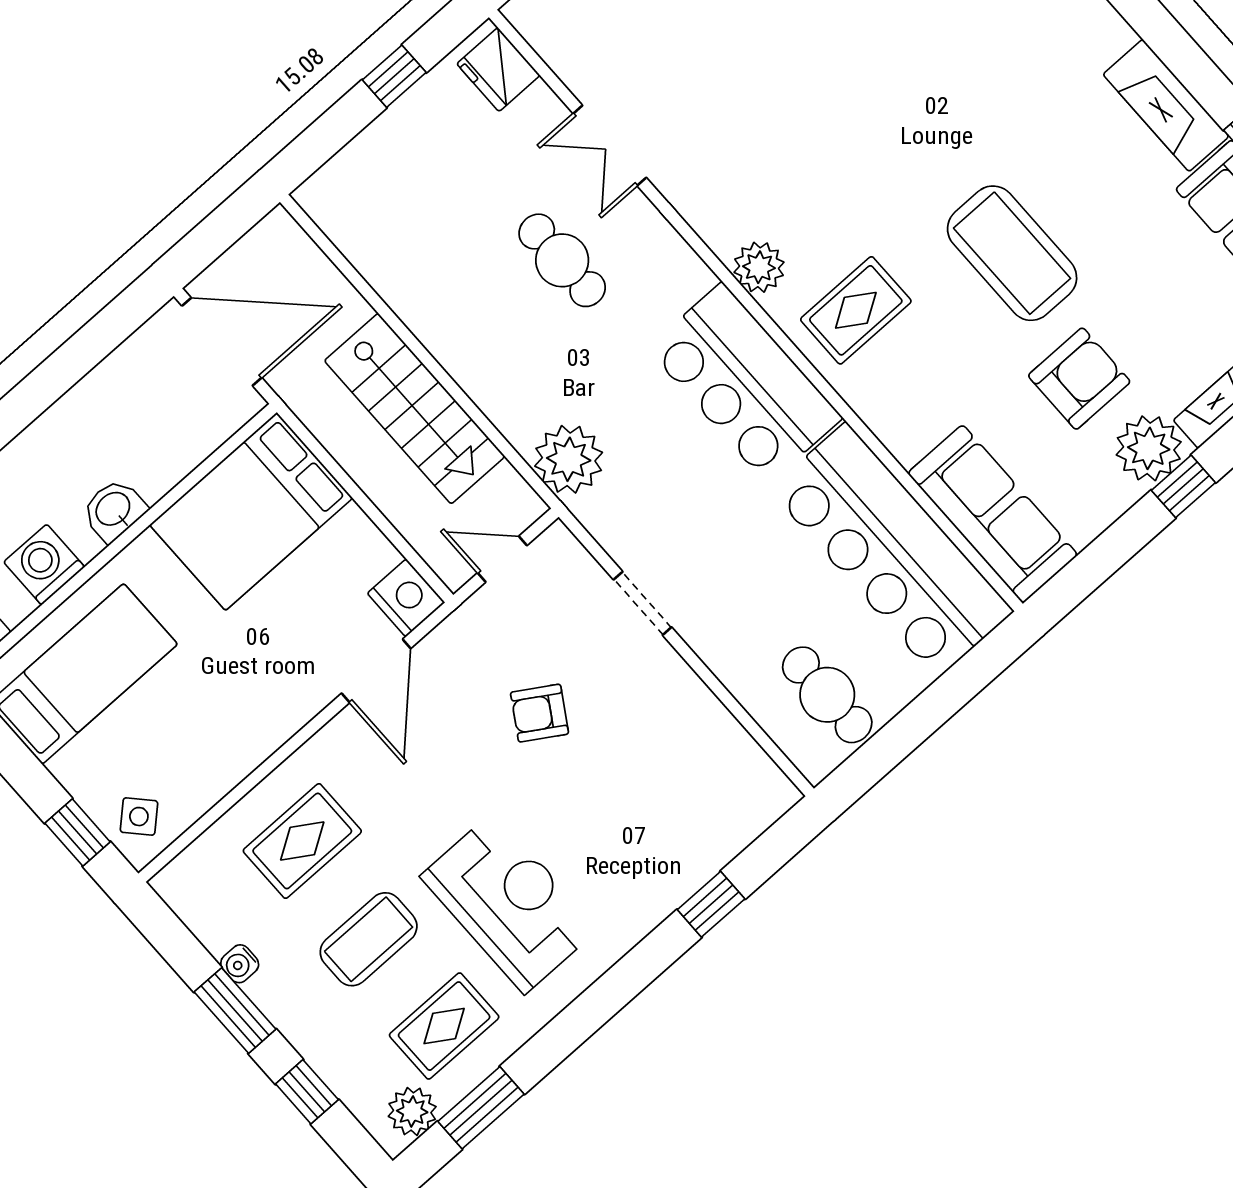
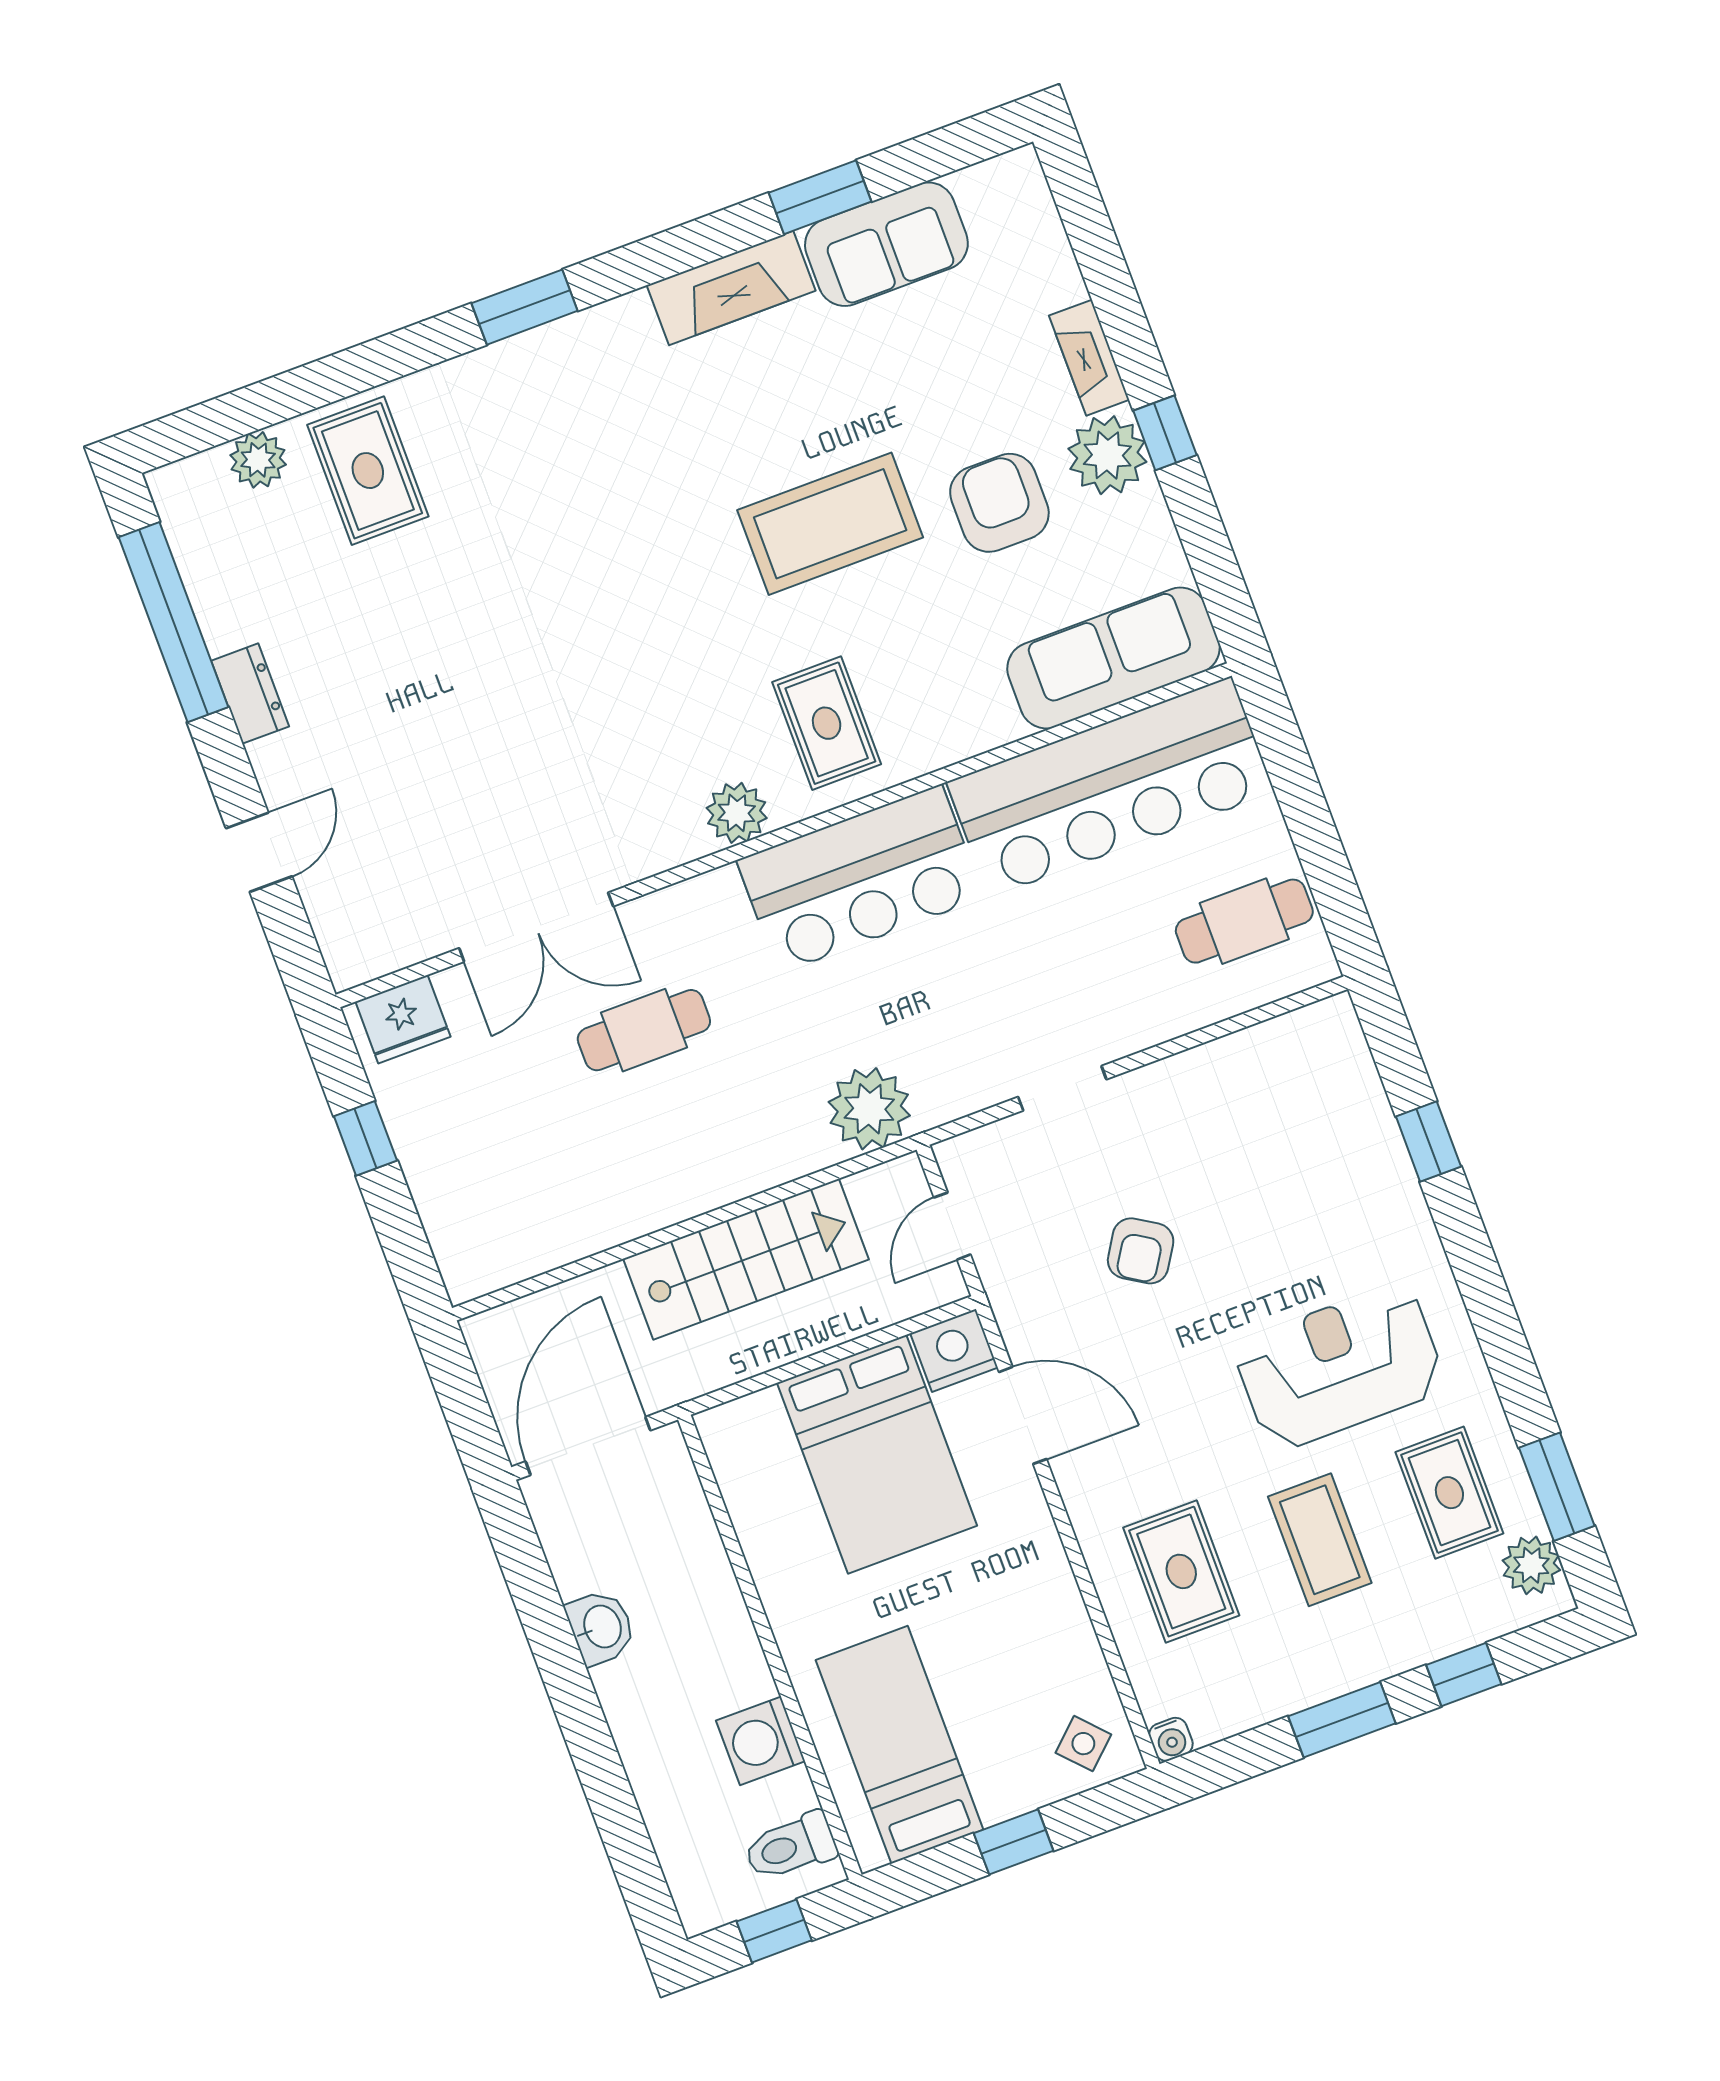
double door: (610, 146) -> (536, 927), width x1.37
washbasin: (114, 510) -> (601, 1627), moved, turned 180
bed: (251, 511) -> (877, 1454), moved
window: (78, 833) -> (1014, 1842), moved
water cooler: (240, 964) -> (1171, 1739), moved

